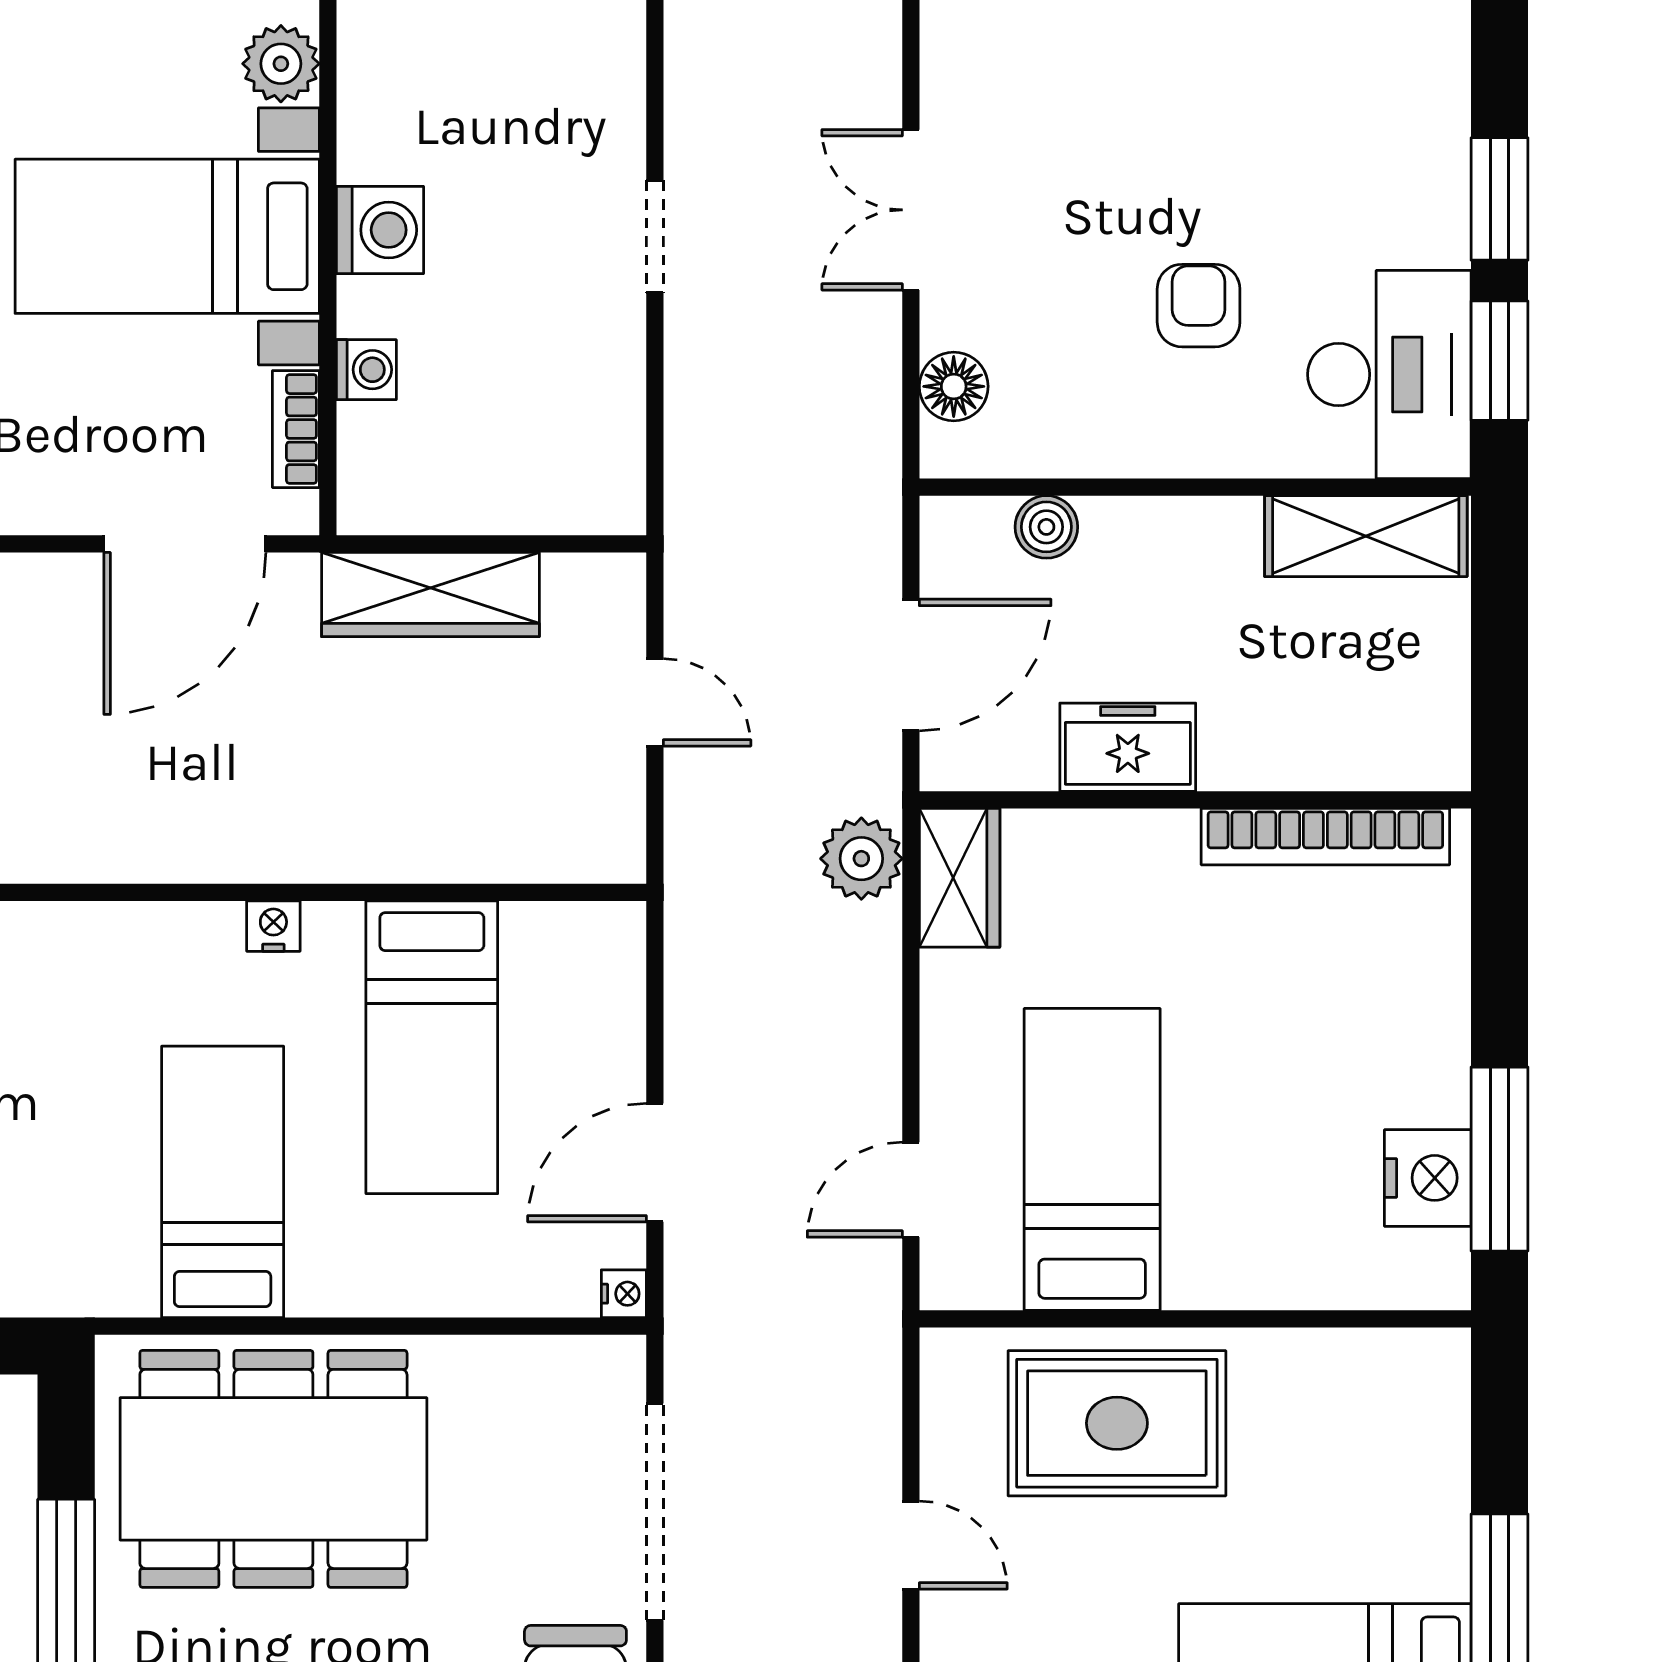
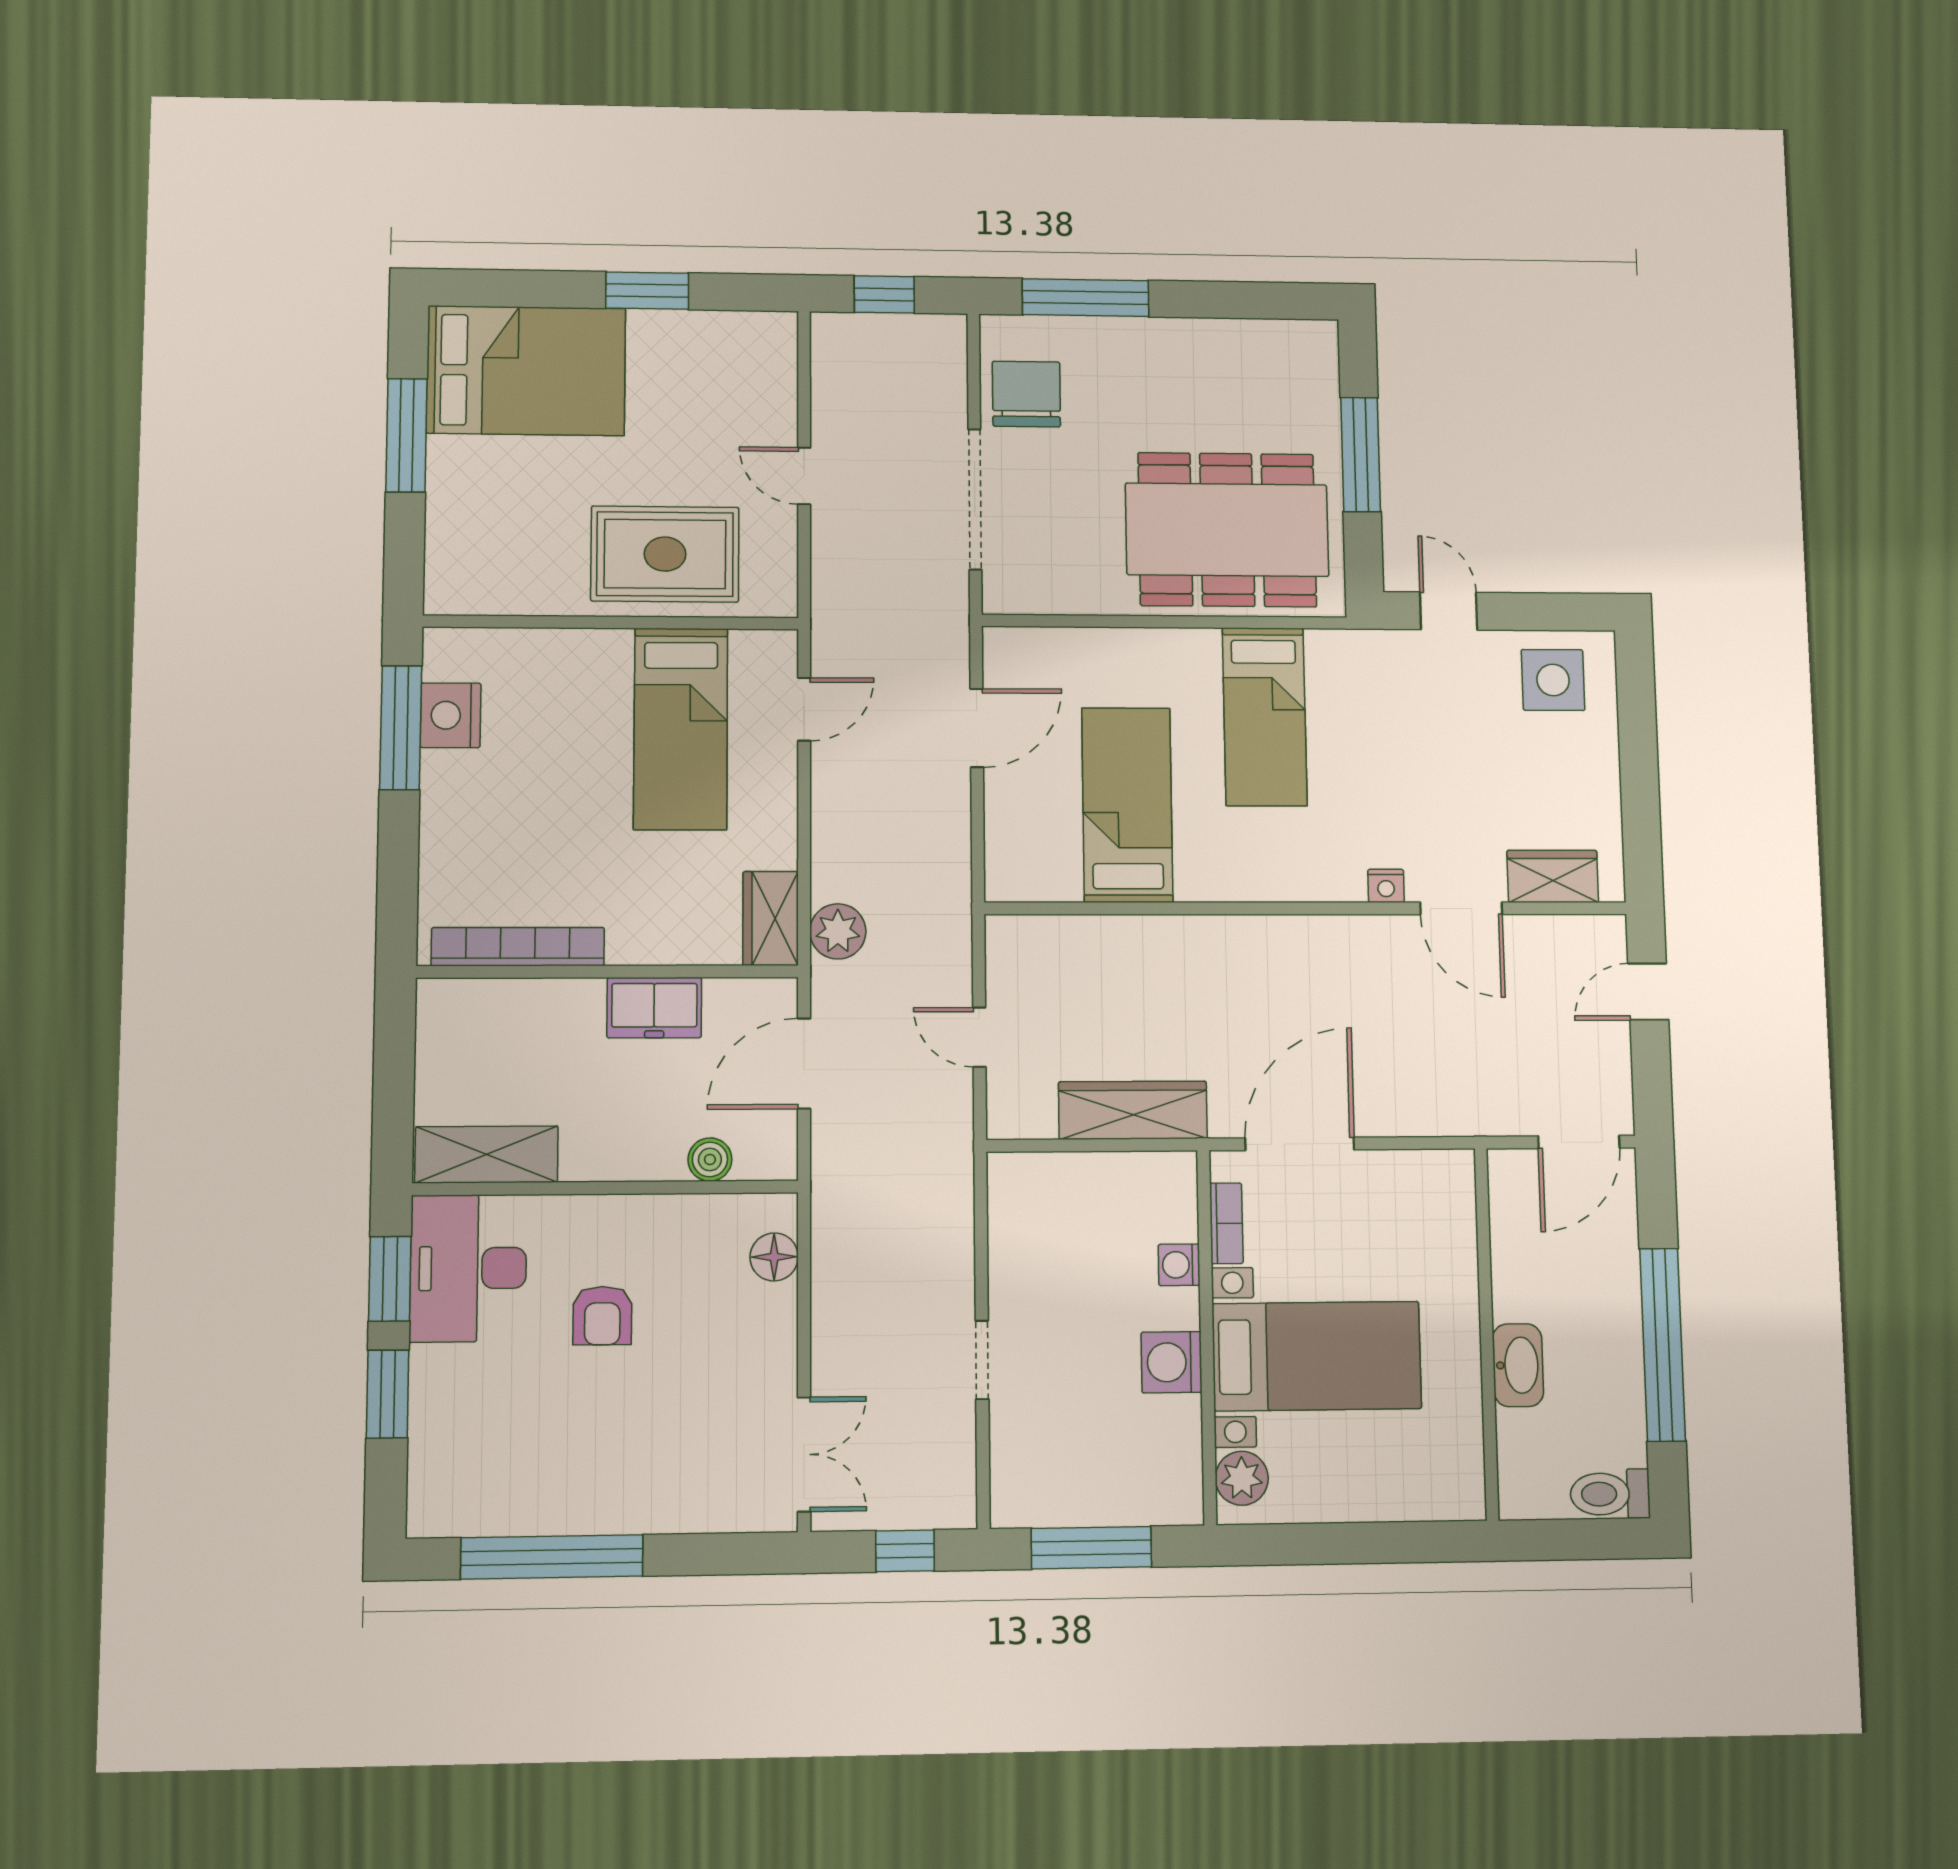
double door: (911, 210) -> (804, 1454), moved
nightstand: (273, 926) -> (1386, 886), moved
nightstand: (624, 1294) -> (997, 642), removed

